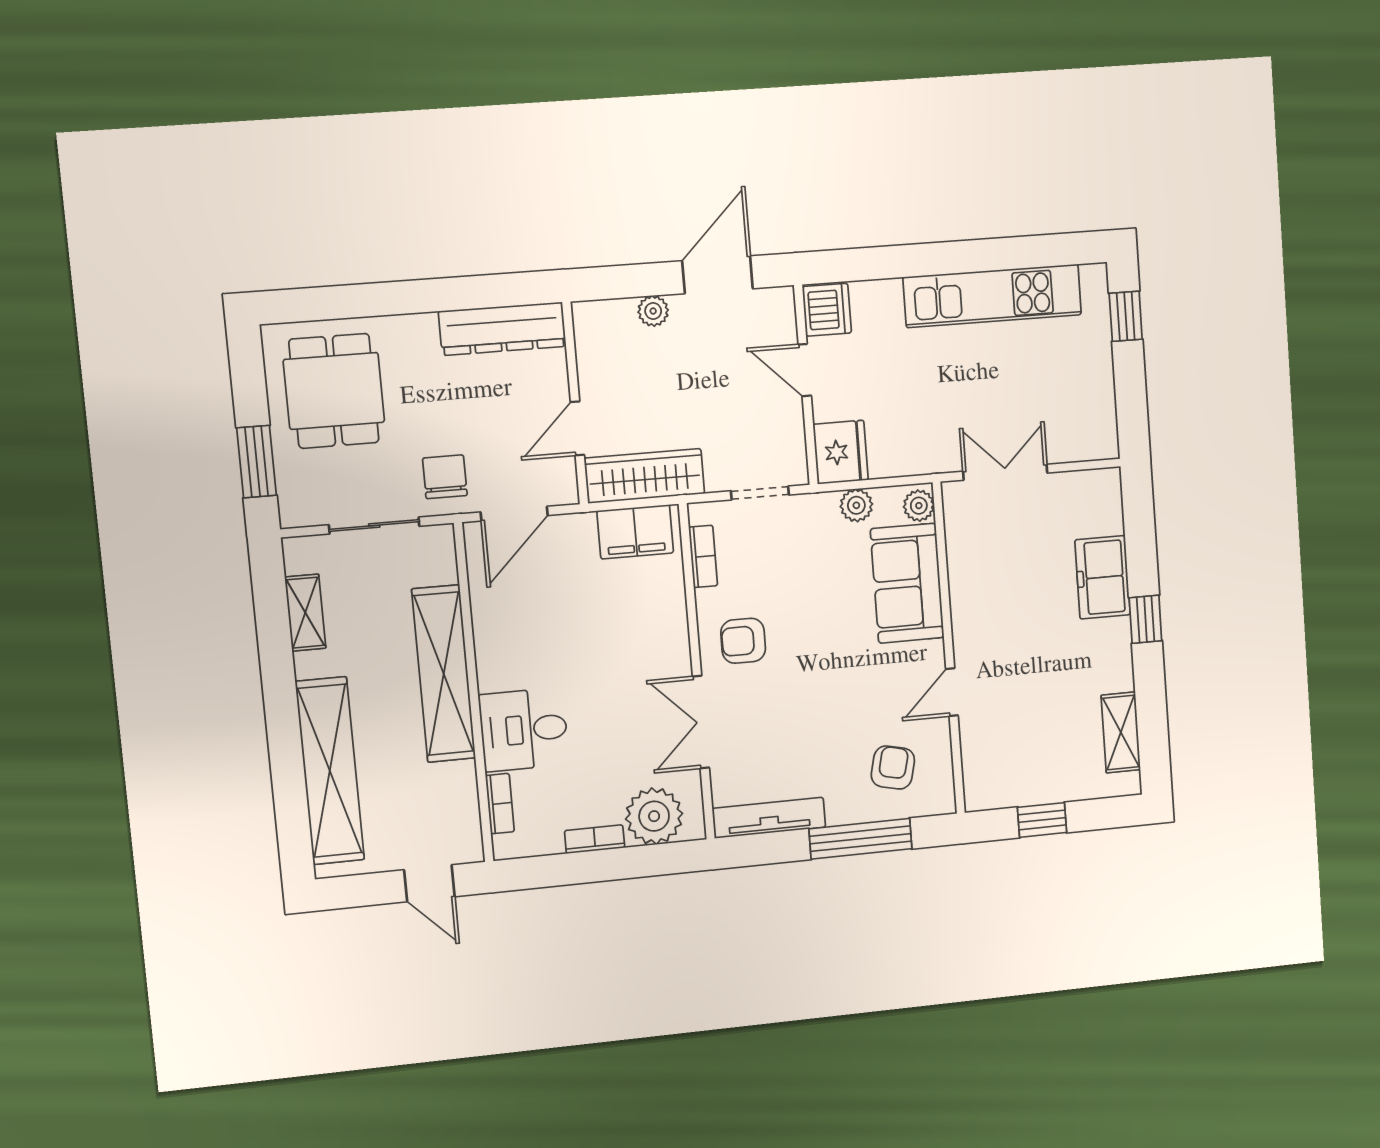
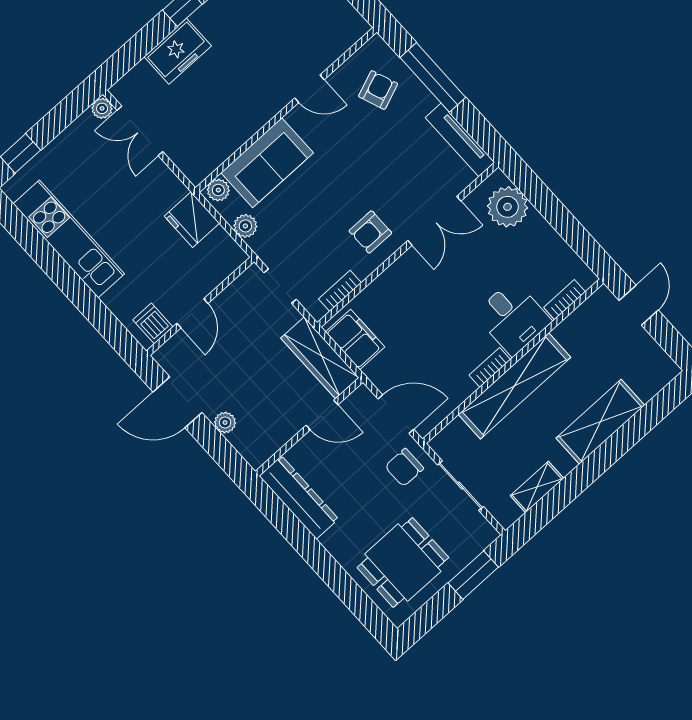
dishwasher: (827, 310) -> (153, 323), width x0.73
plant: (1105, 445) -> (102, 108), added
fridge: (841, 452) -> (192, 220), moved, turned -90
double door: (1005, 472) -> (140, 131), moved
armchair: (743, 641) -> (370, 232), turned 90
armchair: (893, 767) -> (378, 90), turned 146
shelving: (330, 771) -> (600, 422), width x0.68
bookcase: (595, 839) -> (490, 367), moved, turned 90

